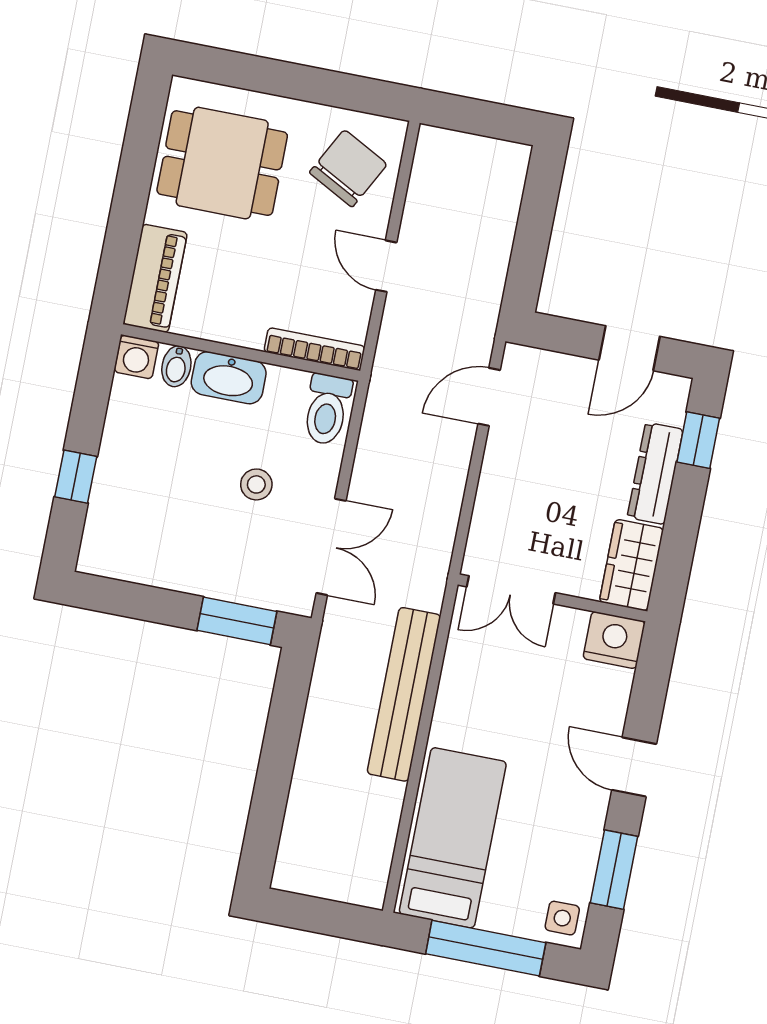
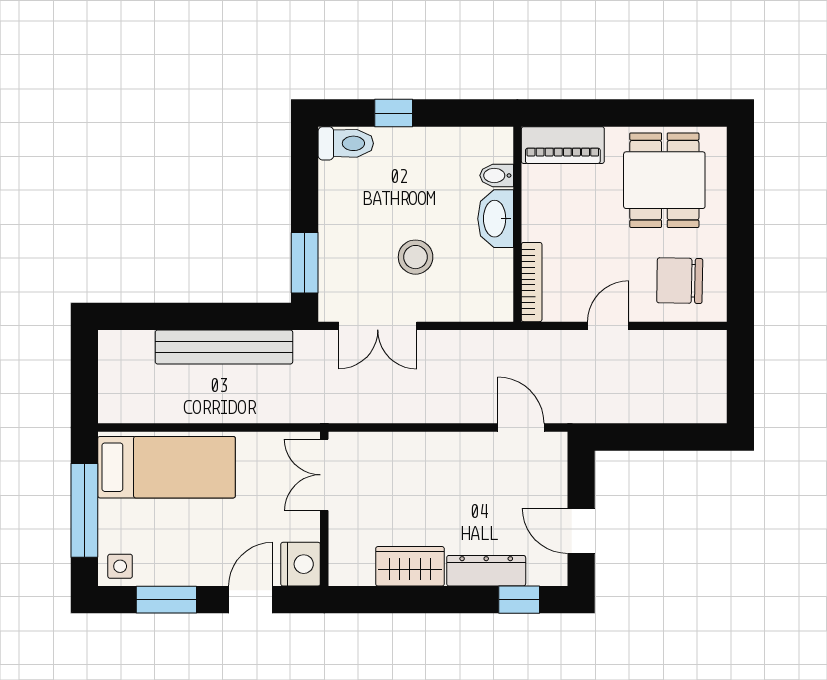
chair: (348, 168) -> (680, 281), turned 153
washing machine: (137, 357) -> (498, 143), removed
toilet: (327, 409) -> (346, 143), moved, turned 180
stool: (256, 484) -> (416, 257), width x1.37, depth x1.37
double door: (511, 590) -> (324, 475), moved
wall: (552, 598) -> (324, 509), moved
nightstand: (614, 640) -> (301, 564), moved
bench: (404, 694) -> (224, 347), moved

